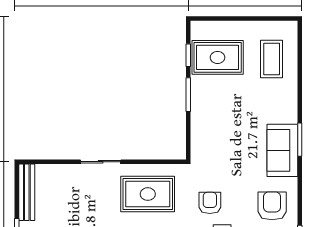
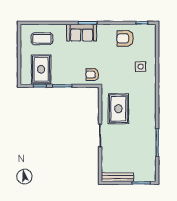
sofa: (282, 150) -> (82, 33), moved
armchair: (210, 203) -> (92, 75), moved

